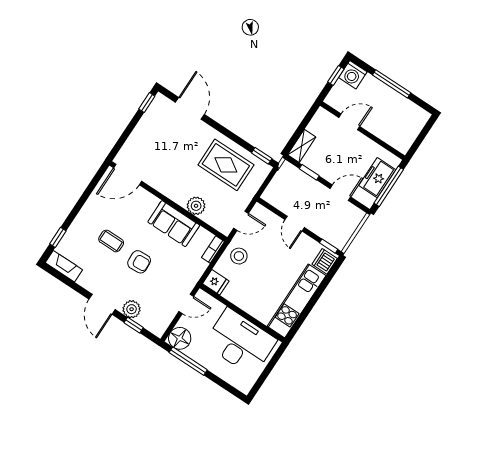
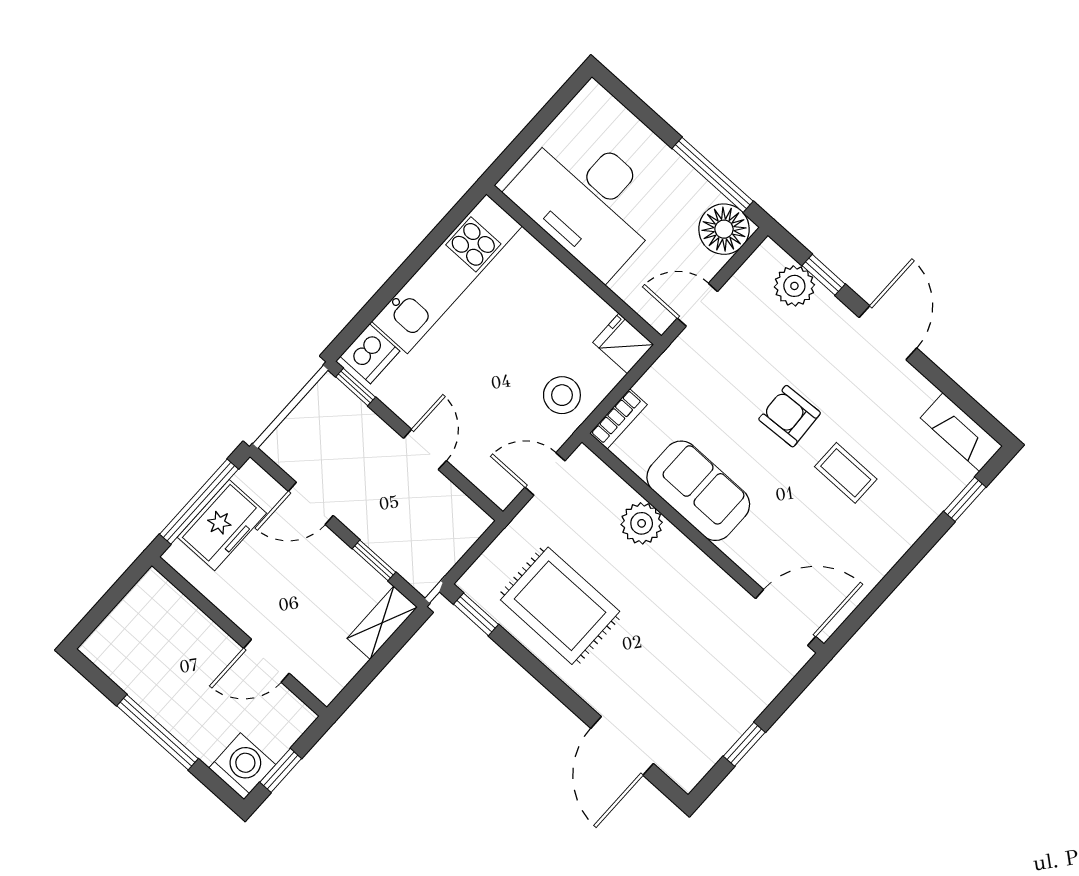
window: (147, 103) -> (744, 744), moved
plant: (132, 309) -> (794, 286), moved

